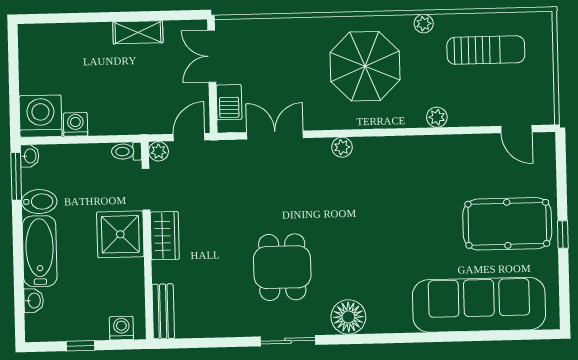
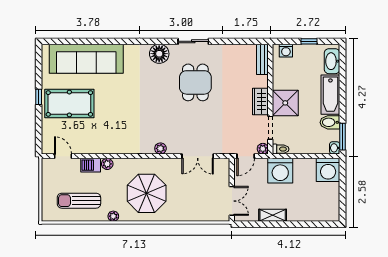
barbecue: (229, 102) -> (91, 165), moved, turned -90
washing machine: (75, 124) -> (280, 171), moved, width x1.89, depth x1.89
washbasin: (34, 301) -> (332, 61), width x1.91, depth x1.45

